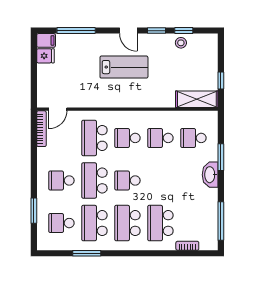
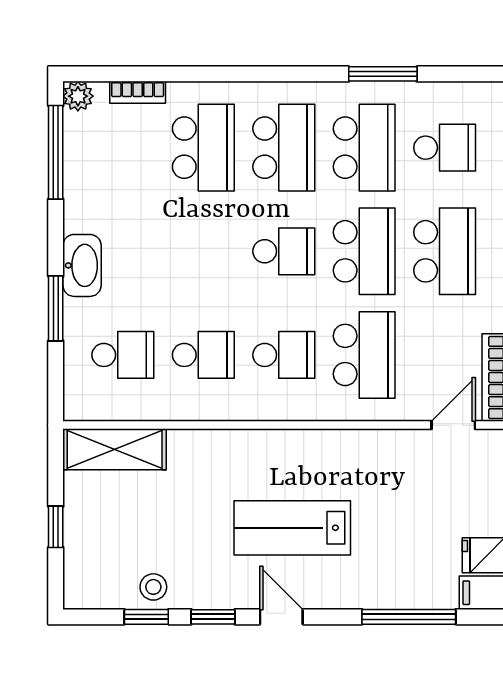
window: (221, 80) -> (56, 527), moved
school desk: (61, 180) -> (445, 251), width x1.85
plant: (212, 244) -> (78, 96), added

